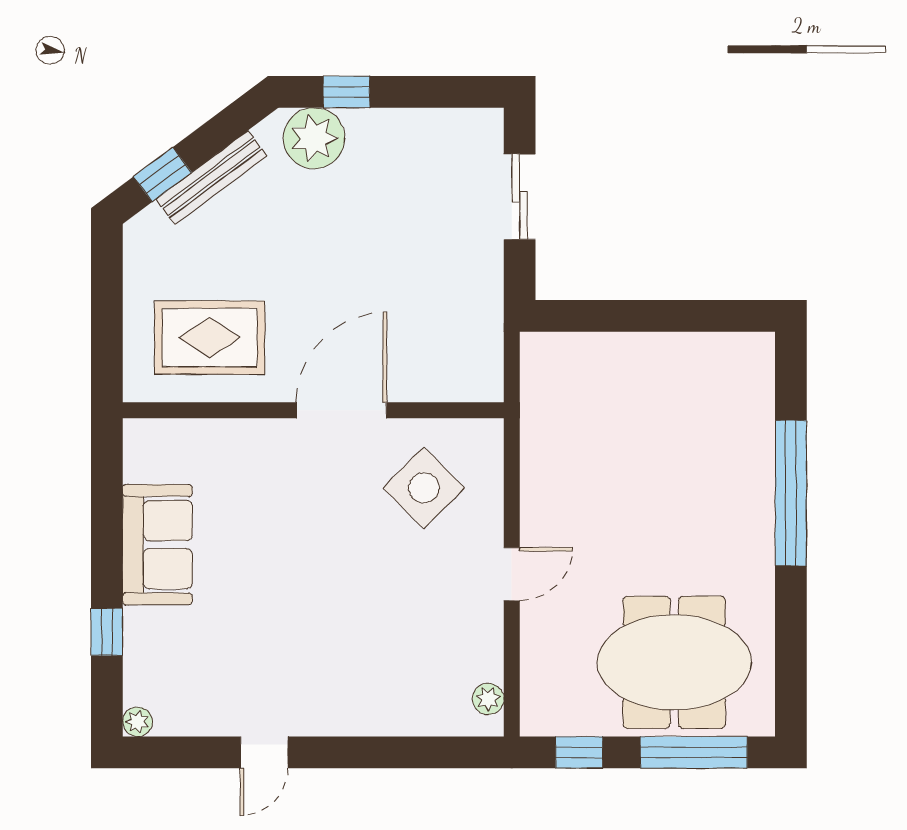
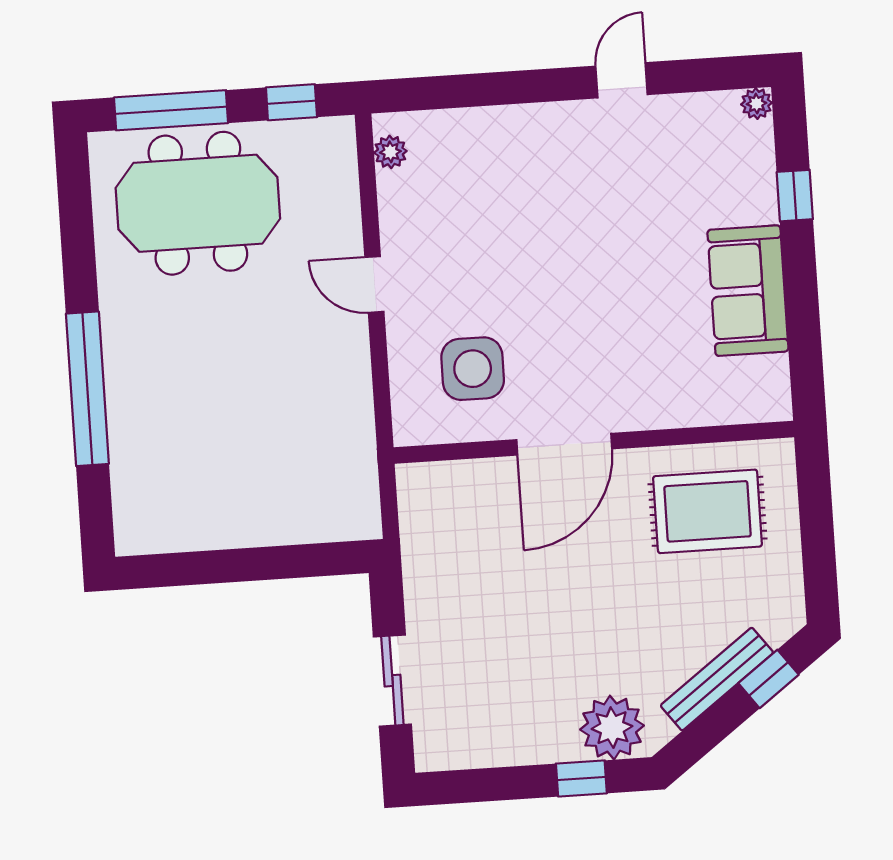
side table: (424, 488) -> (473, 369), turned 45
door: (512, 574) -> (374, 284), hinge flipped

